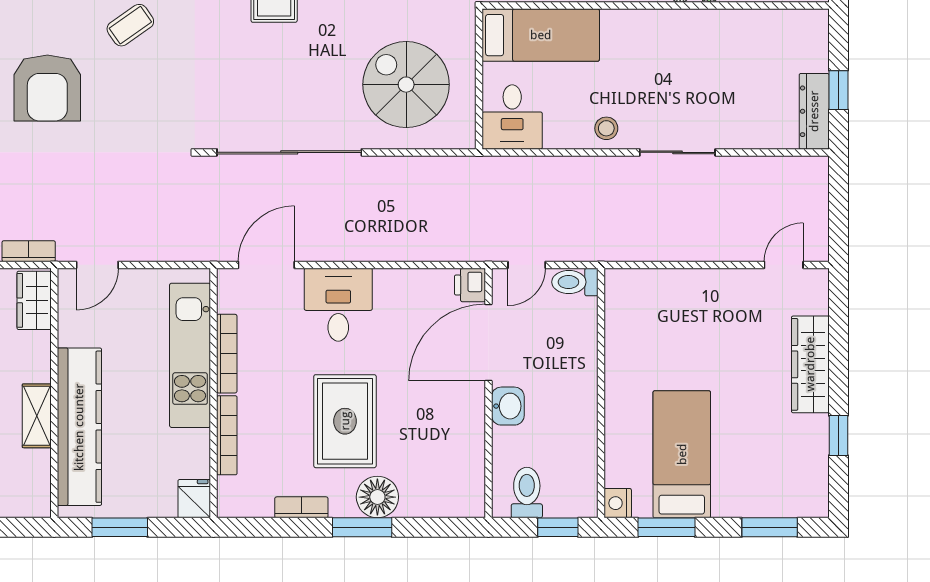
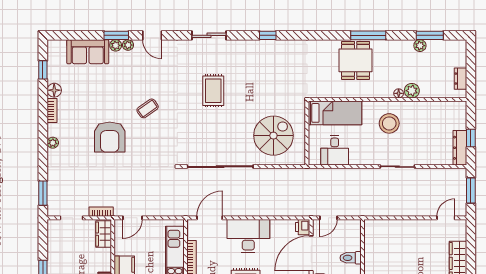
spiral stairs: (406, 85) -> (273, 136), turned 90
desk: (512, 117) -> (335, 150), moved
stool: (606, 128) -> (389, 123), moved, width x1.89, depth x1.89
window: (838, 205) -> (471, 190), added
toilet: (575, 282) -> (351, 258), moved
desk: (338, 305) -> (248, 236), width x1.37

